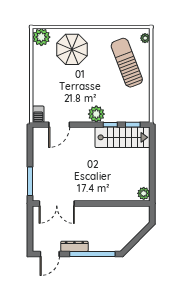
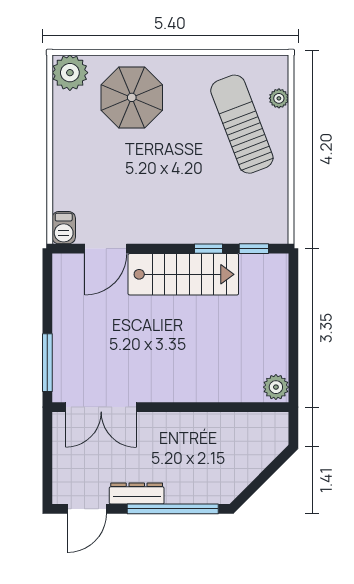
plant: (145, 38) -> (279, 98), moved
plant: (96, 114) -> (181, 227), removed
stairs: (123, 137) -> (183, 274), moved

